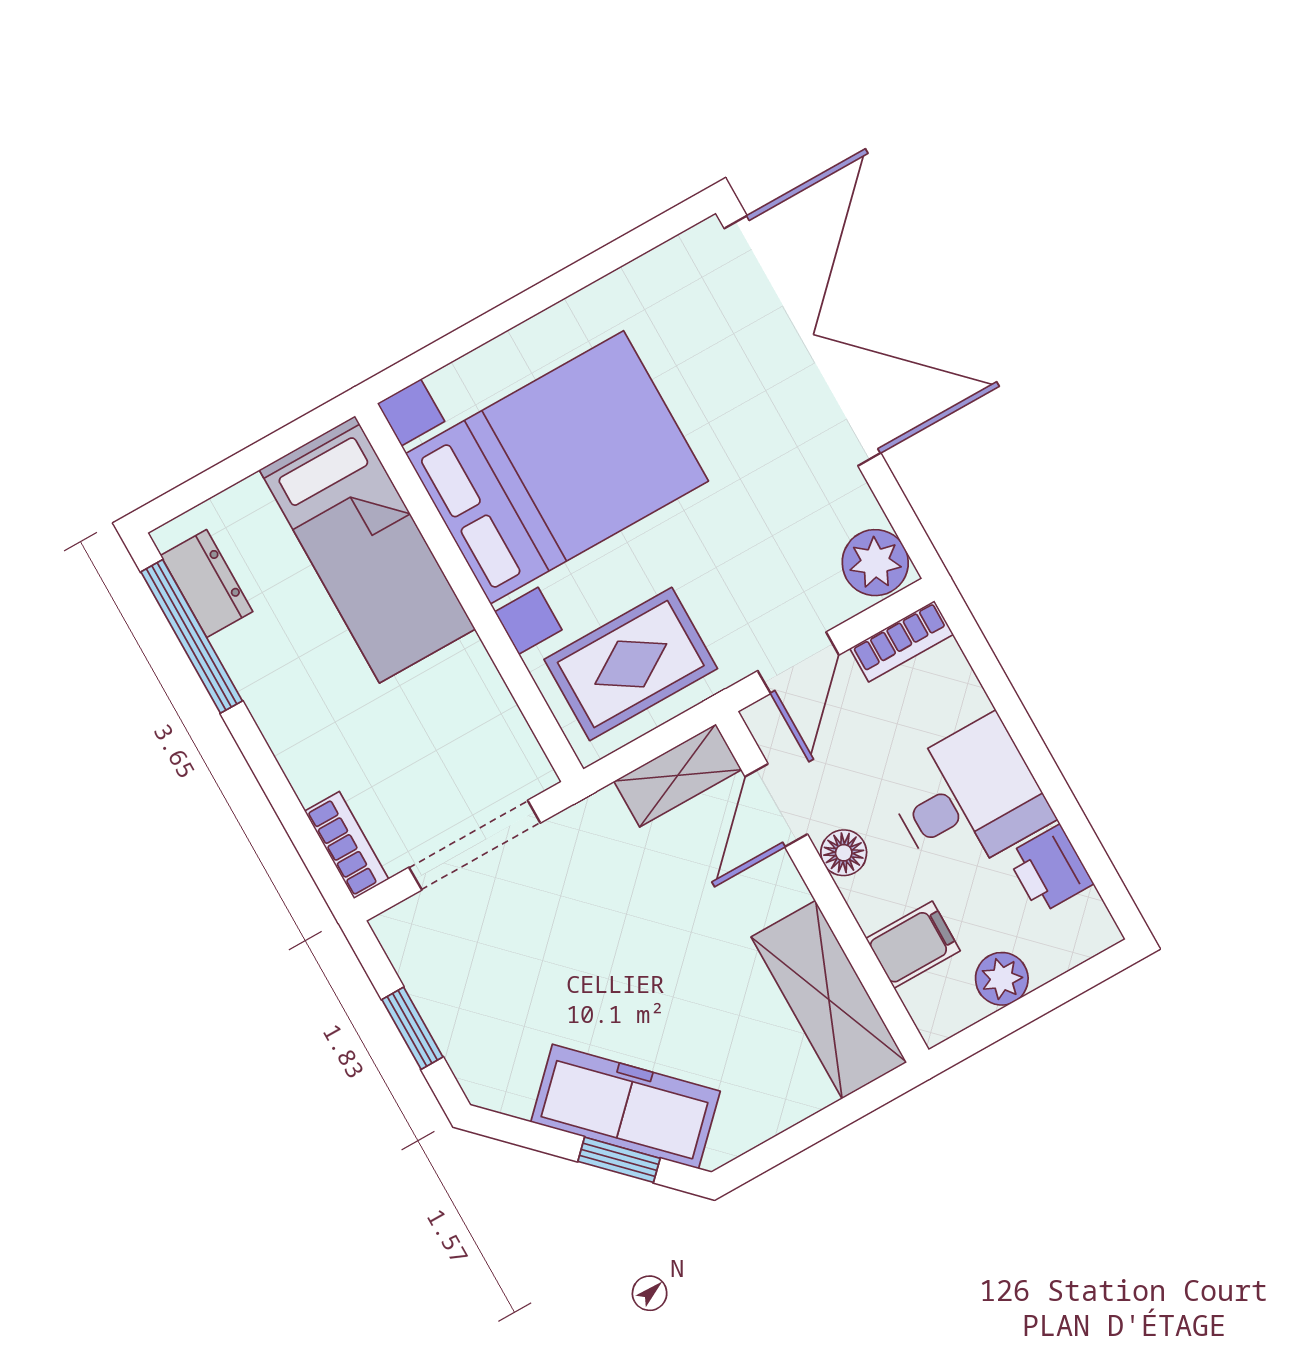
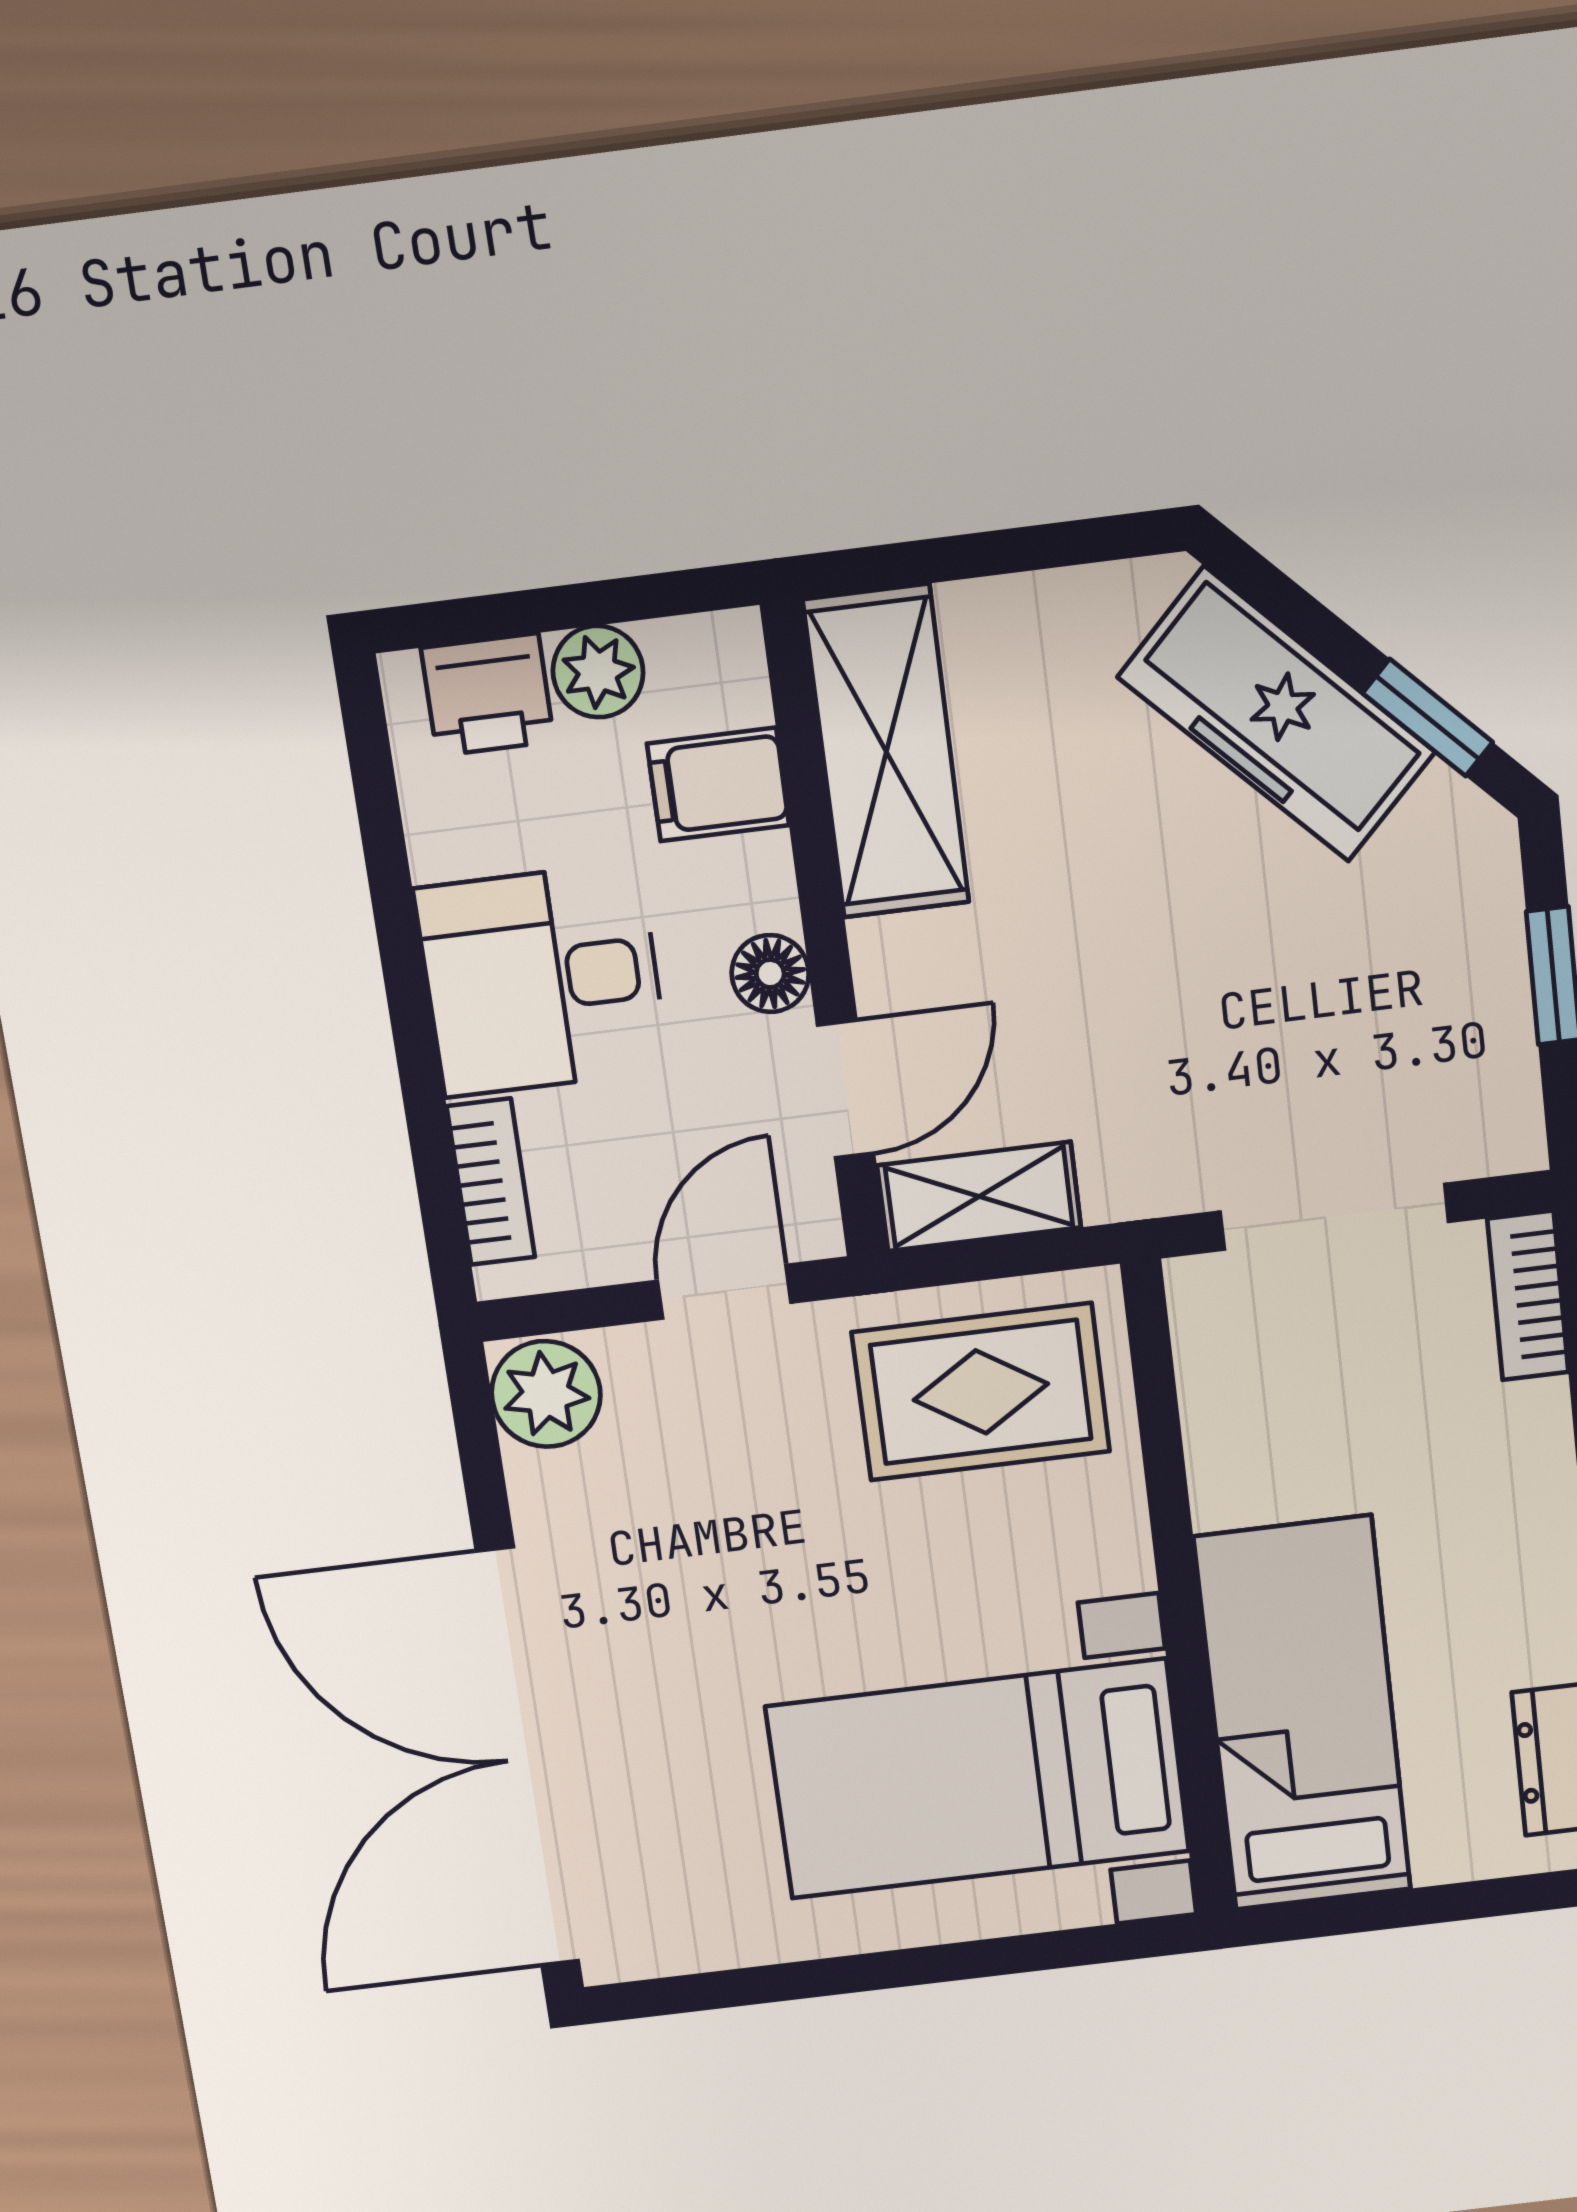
bed with nightstands: (557, 467) -> (978, 1779), width x0.73
bookcase: (902, 641) -> (491, 1182), moved, turned 90
printer: (1050, 869) -> (488, 695), moved, turned 90
window: (619, 1160) -> (1428, 718), moved

